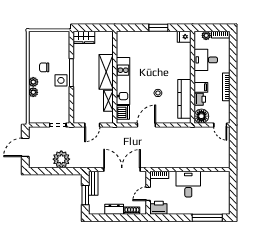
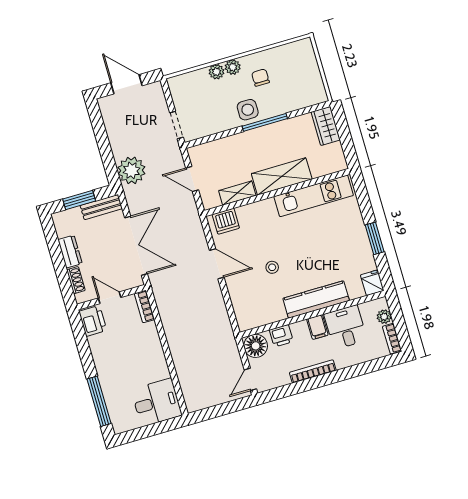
kitchen unit: (123, 81) -> (314, 196), moved
filing cabinet: (201, 87) -> (317, 327), moved
kitchen counter: (184, 99) -> (316, 299), moved
plant: (61, 159) -> (131, 170), moved
desk: (188, 184) -> (157, 402), moved

